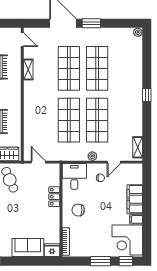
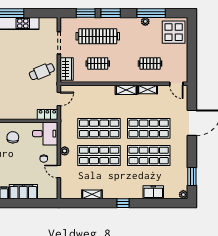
window: (91, 23) -> (192, 176), moved
door: (22, 40) -> (176, 84), hinge flipped
freezer: (135, 64) -> (153, 192), added
shelving: (29, 92) -> (126, 90), added
shelving: (138, 147) -> (92, 194), moved
locker: (54, 197) -> (47, 114), moved

